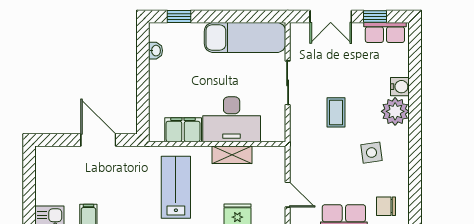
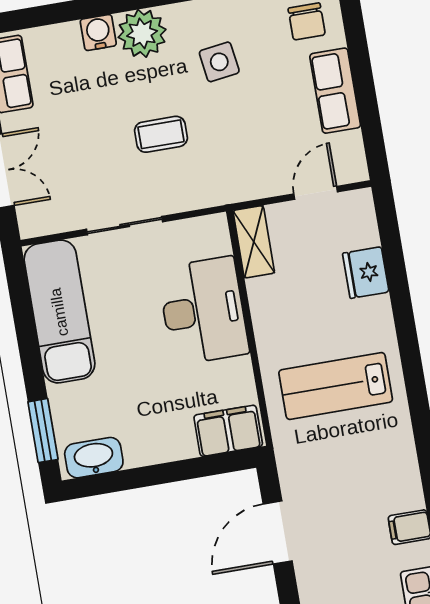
window: (179, 17) -> (43, 431), width x1.50
washbasin: (156, 51) -> (94, 458), width x1.91, depth x1.45
filing cabinet: (183, 130) -> (228, 431), moved, turned 90
shelving: (232, 155) -> (254, 242), moved

